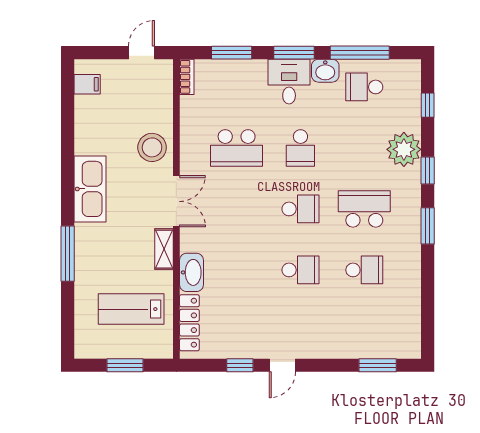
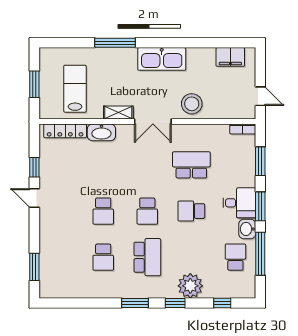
filing cabinet: (87, 84) -> (230, 57), width x2.00
school desk: (237, 148) -> (191, 165), turned 90

